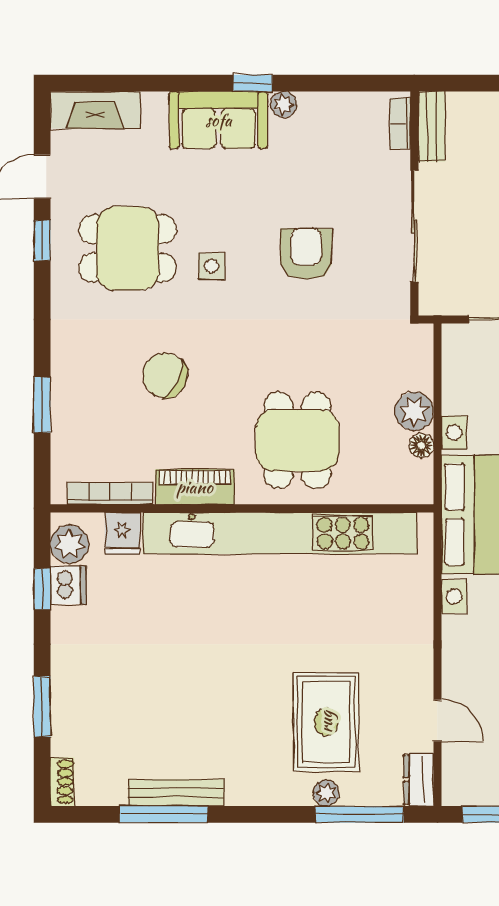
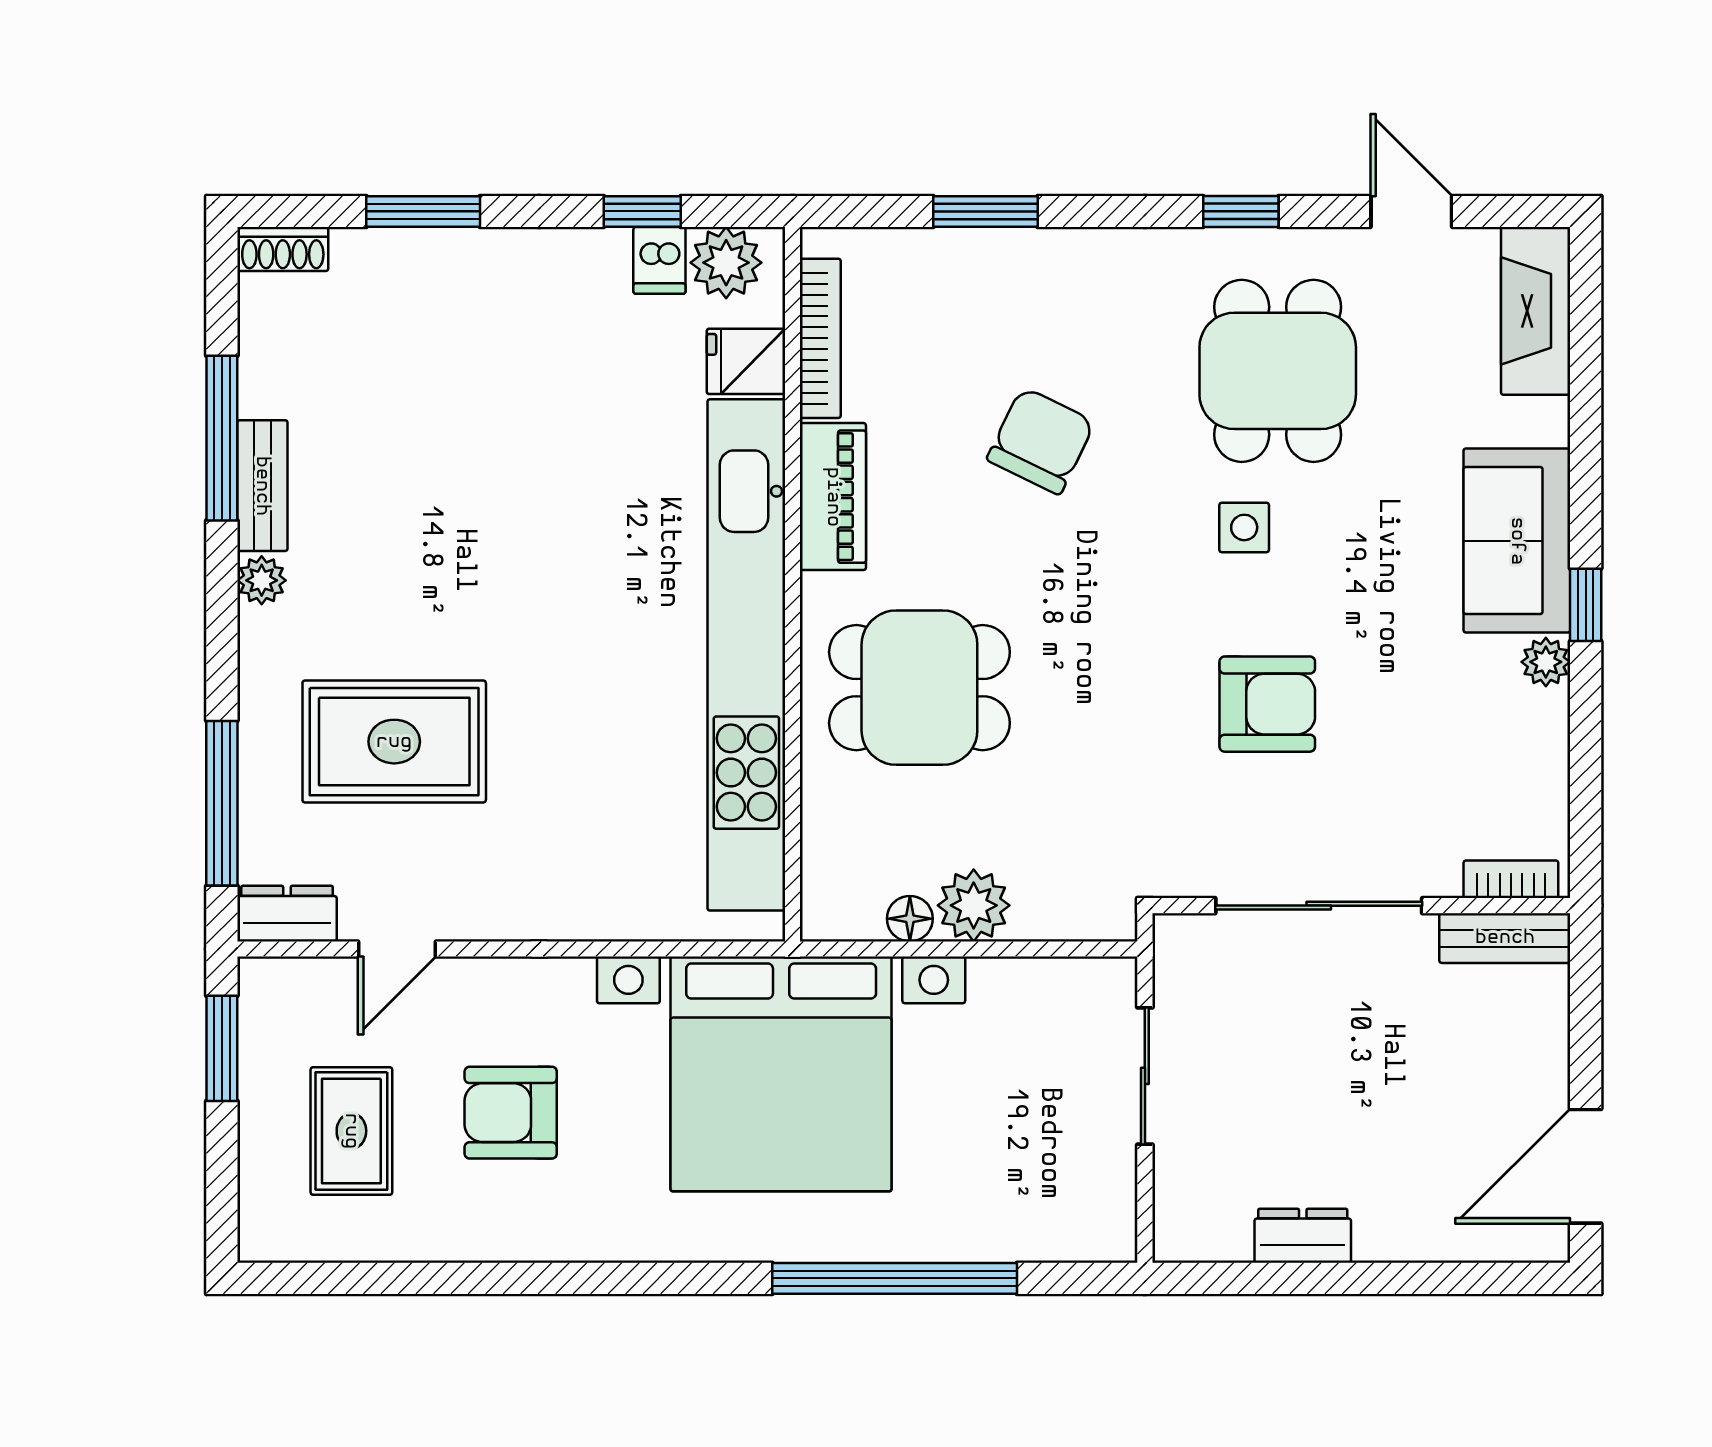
window: (42, 240) -> (1241, 211), moved
dishwasher: (68, 585) -> (659, 260), width x0.73
bench: (176, 793) -> (262, 486), width x0.73
plant: (326, 793) -> (262, 580), moved

